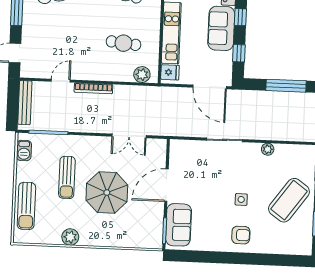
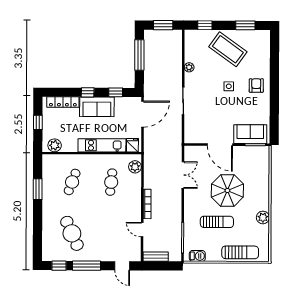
bench: (25, 103) -> (156, 257), width x0.73

